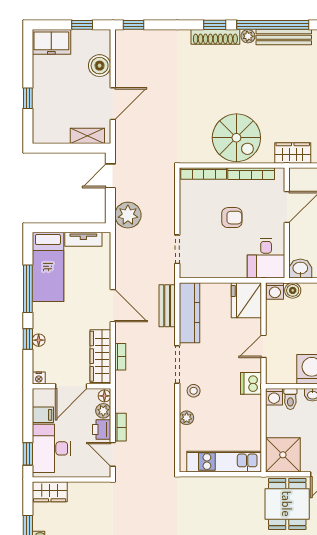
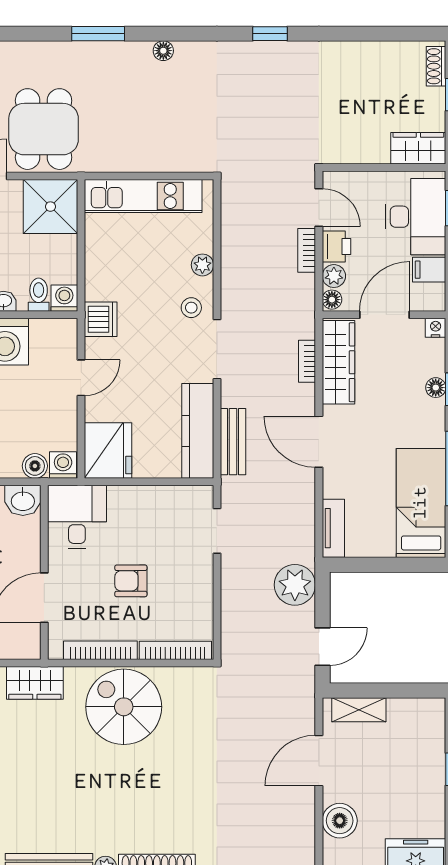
tv unit: (83, 239) -> (333, 528), moved, turned 90

